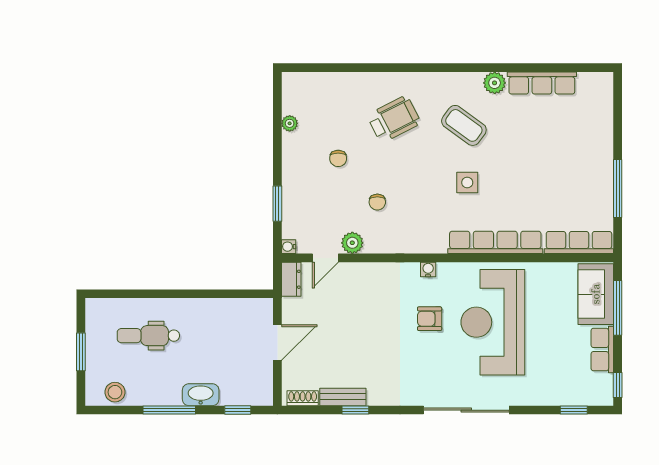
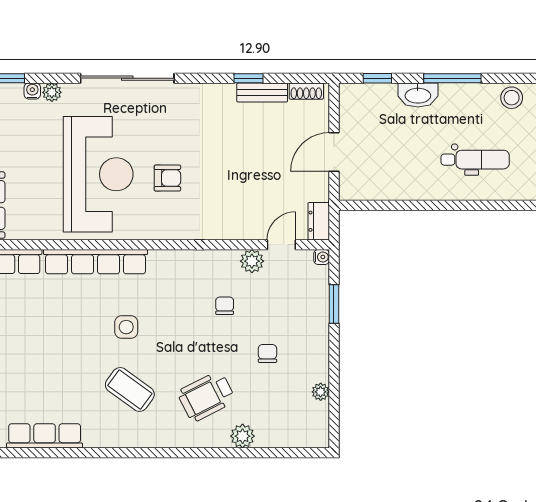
plant: (495, 83) -> (243, 436), moved
water cooler: (428, 269) -> (32, 91), moved, turned 180
plant: (535, 397) -> (52, 92), added

